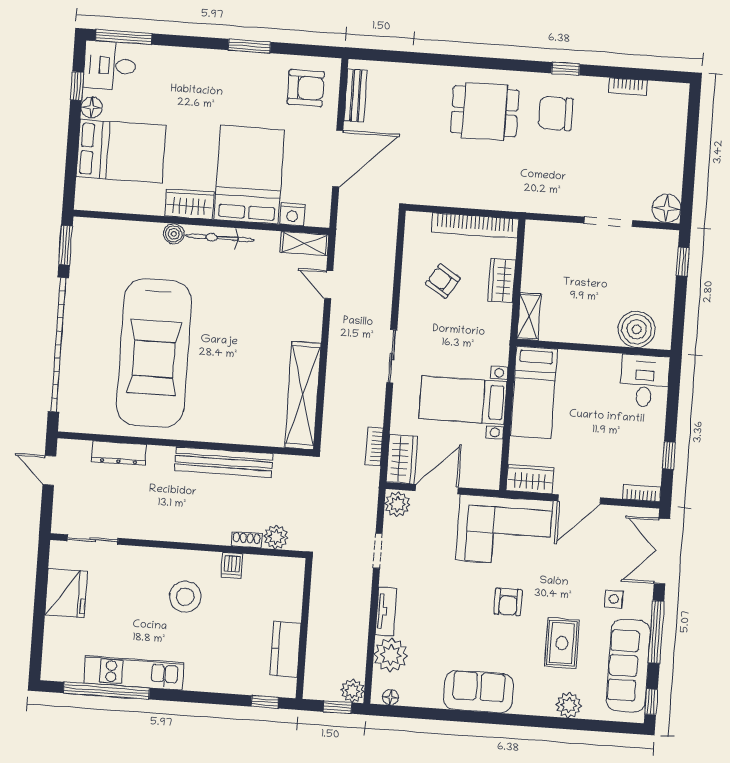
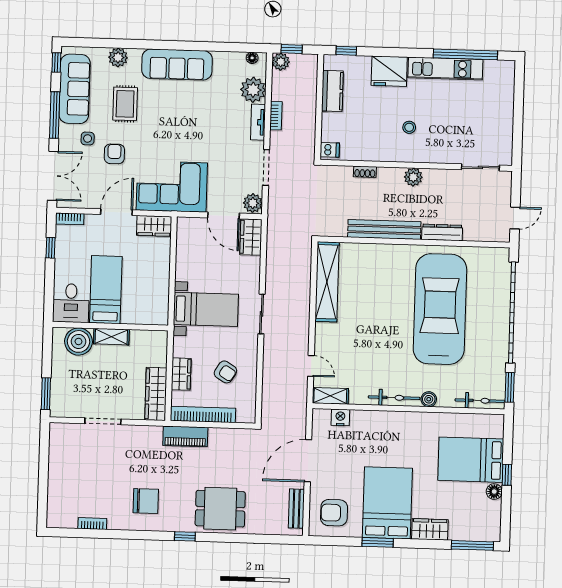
desk: (110, 66) -> (482, 524), removed
window: (566, 69) -> (185, 536), moved
window: (77, 86) -> (507, 475), moved
dining table: (485, 111) -> (220, 509), moved
bed: (249, 175) -> (387, 503), moved, turned 180
piano: (500, 197) -> (185, 436), added
wardrobe: (189, 204) -> (430, 529), moved, turned 180
floor lamp: (667, 208) -> (60, 433), removed
bicycle: (106, 229) -> (480, 401), added
wardrobe: (537, 255) -> (156, 394), added
window: (683, 262) -> (46, 394), width x1.50
shelving: (529, 317) -> (111, 337), moved, turned 90
bed: (534, 392) -> (106, 290), moved
bed with nightstands: (463, 400) -> (206, 309), moved
bookcase: (374, 446) -> (276, 116), moved
dresser: (119, 453) -> (442, 232), moved
door: (49, 470) -> (515, 218), hinge flipped
door: (437, 489) -> (224, 216), hinge flipped
plant: (276, 537) -> (413, 177), moved
doorway: (378, 551) -> (266, 168), width x1.38
dishwasher: (232, 565) -> (330, 150), moved, turned 90
fridge: (66, 593) -> (389, 71), moved, turned -90
stool: (185, 597) -> (409, 127), width x0.53, depth x0.53
armchair: (508, 602) -> (114, 154), moved
sofa: (478, 692) -> (177, 65), width x1.36

